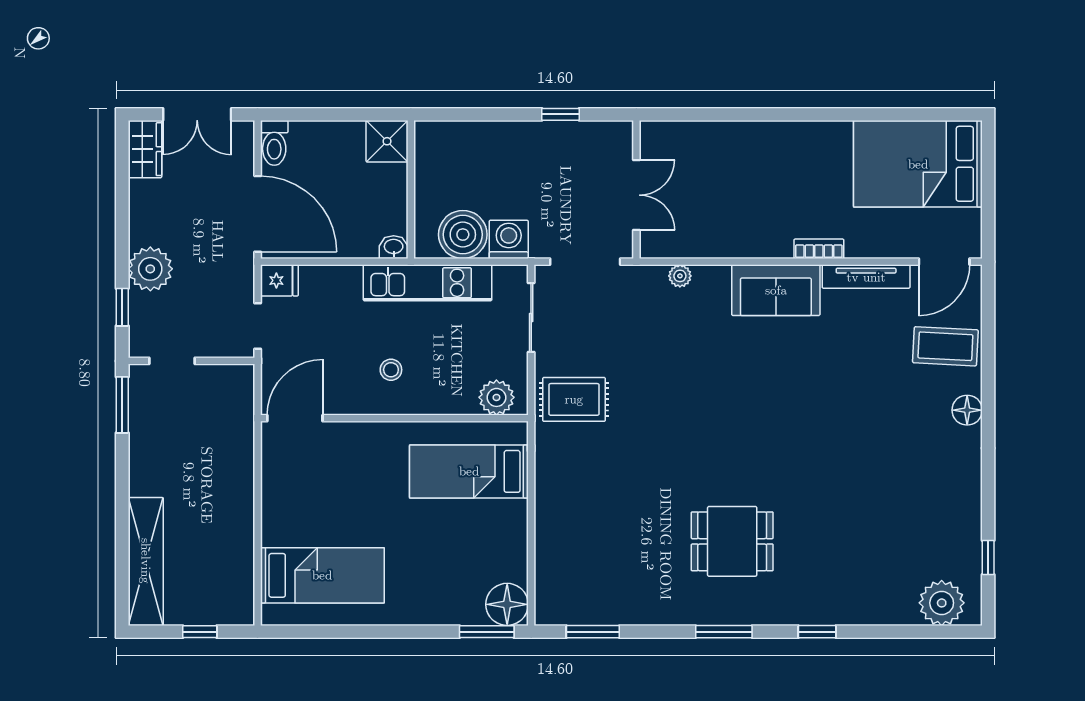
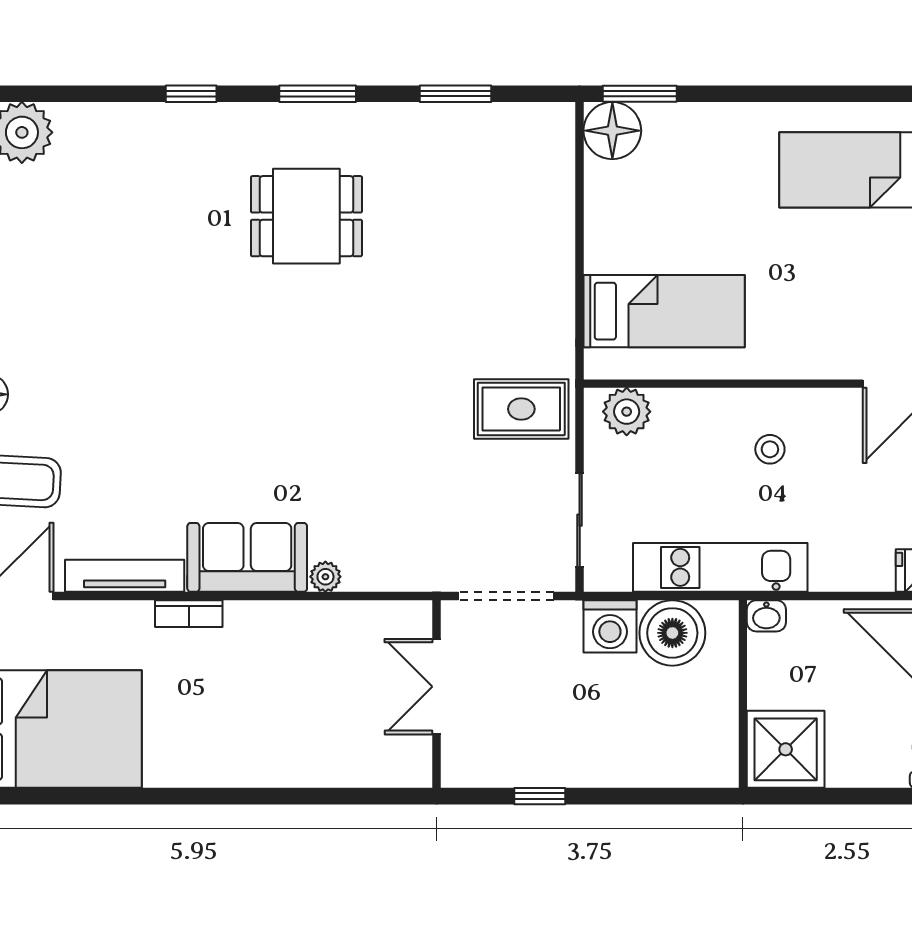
shower: (387, 141) -> (786, 749), width x1.36, depth x1.36
plant: (680, 276) -> (325, 577), moved
window: (593, 632) -> (456, 94), moved

